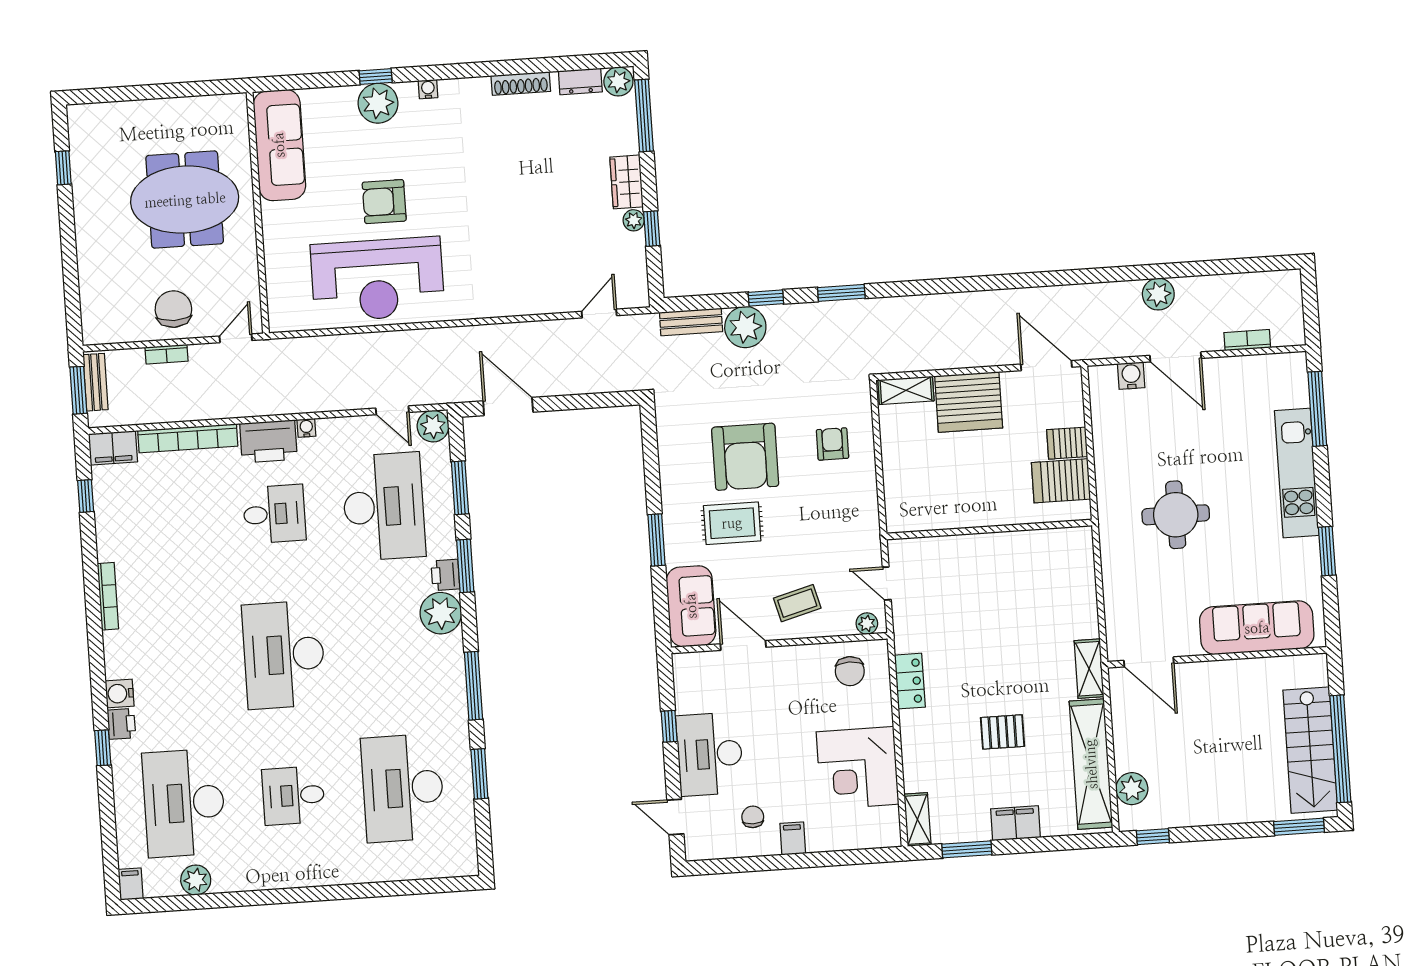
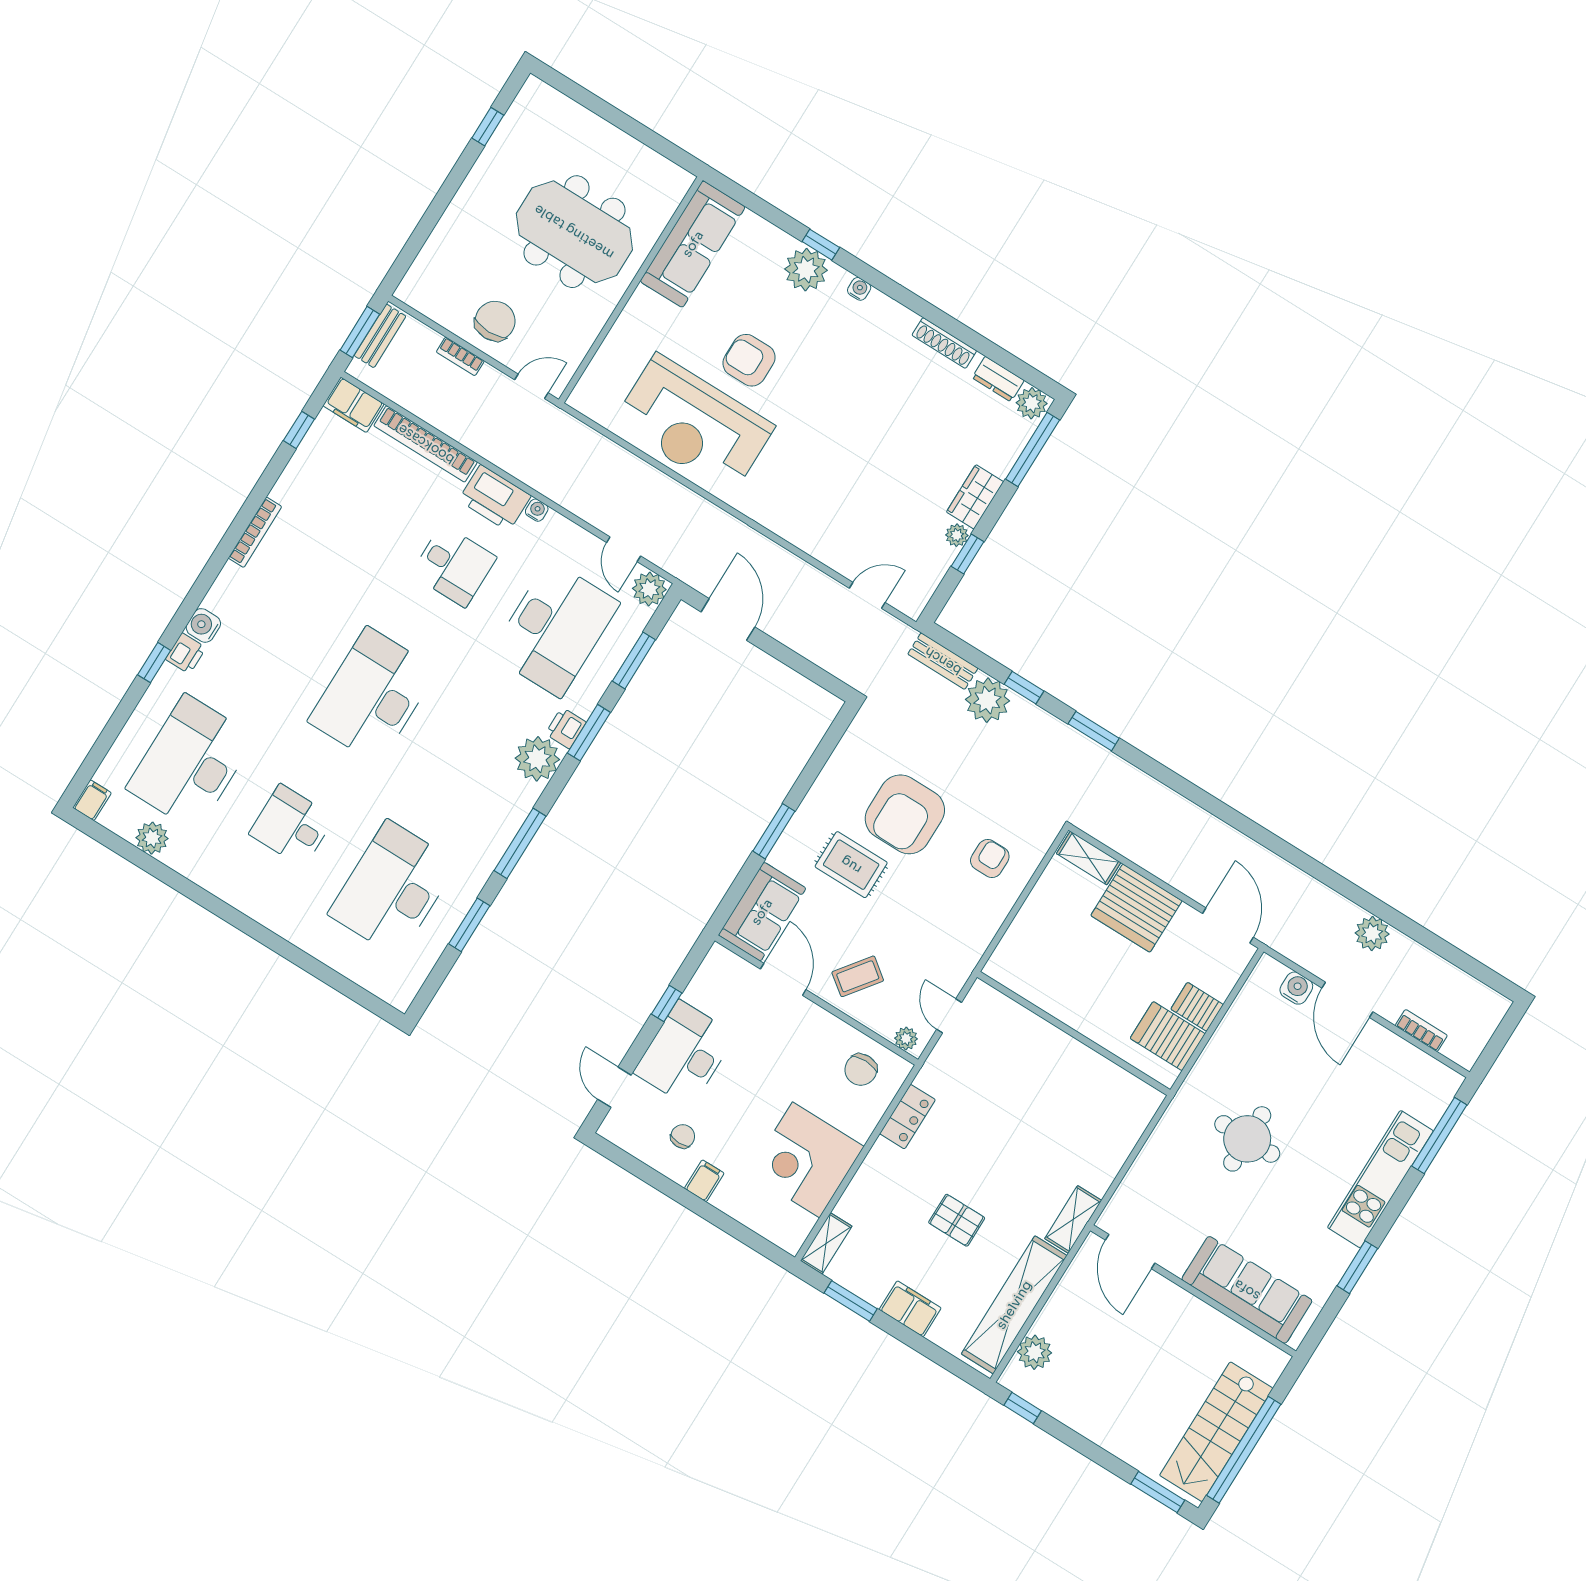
coffee table: (797, 603) -> (858, 976), turned -38

